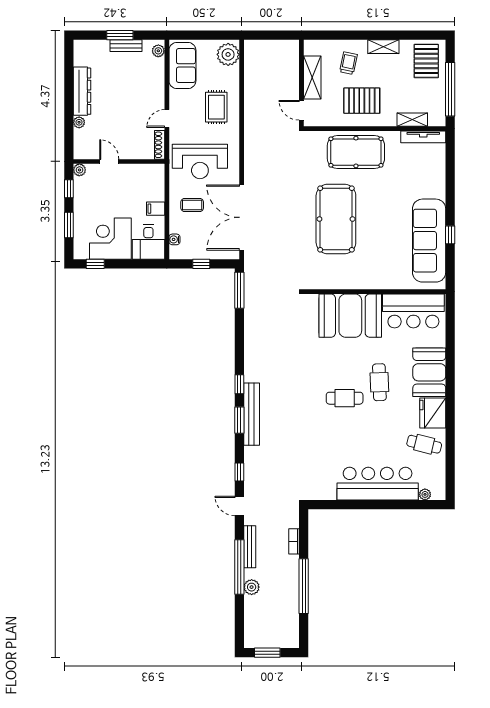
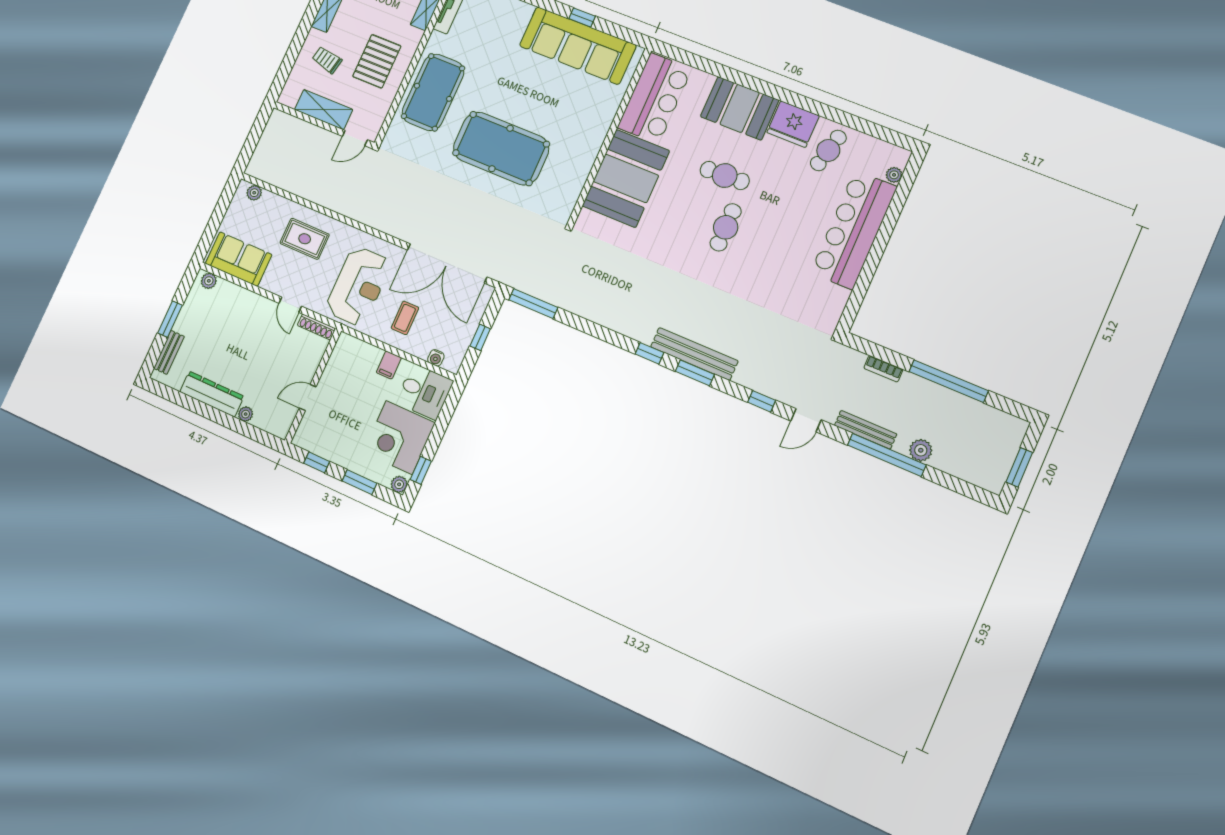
bench: (126, 46) -> (169, 352), moved
plant: (228, 54) -> (254, 193), width x0.53, depth x0.53
plant: (79, 170) -> (399, 484), moved

